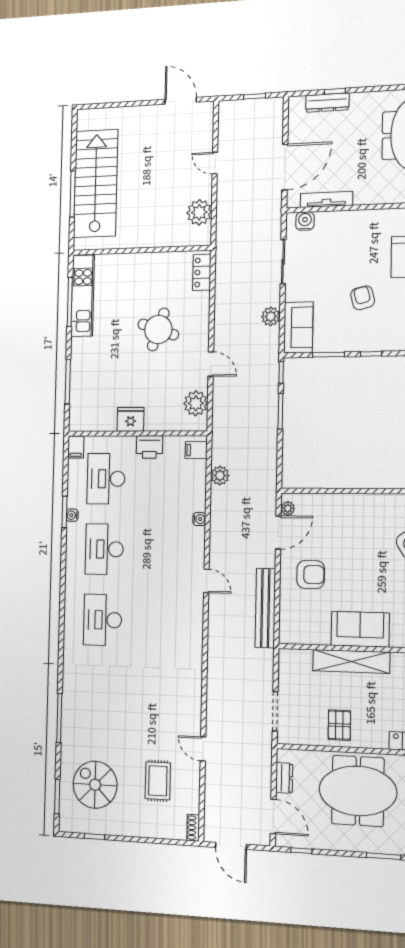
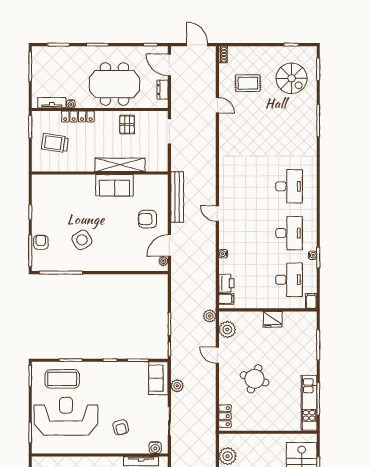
armchair: (363, 298) -> (121, 427), moved
printer: (149, 447) -> (226, 283), moved, turned 90
plant: (220, 476) -> (210, 316), moved
rug: (158, 781) -> (248, 83), turned 90

